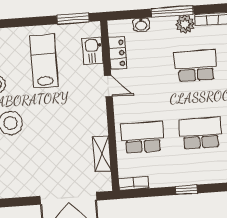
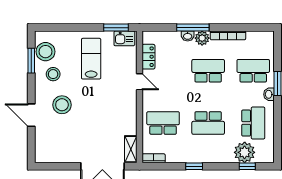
washbasin: (141, 25) -> (188, 36), moved
kitchen sink: (93, 51) -> (124, 38), moved, turned -90
school desk: (201, 133) -> (208, 123), turned 180
shelving: (102, 154) -> (131, 149), moved

